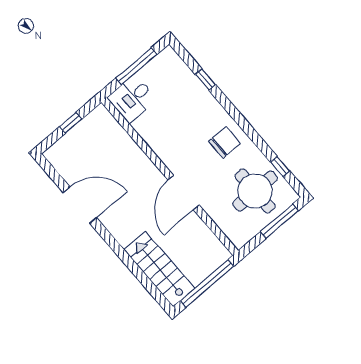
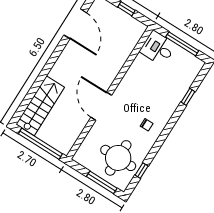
chair: (224, 142) -> (147, 125), width x0.54, depth x0.54
door: (183, 192) -> (101, 106), hinge flipped
door: (80, 205) -> (75, 24), moved

